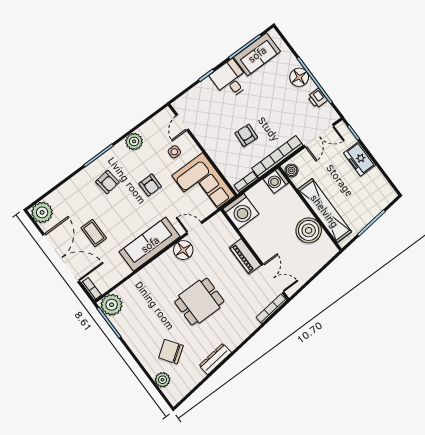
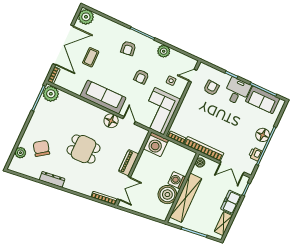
armchair: (246, 135) -> (211, 88), moved
washing machine: (276, 181) -> (177, 180), moved
shelving: (380, 182) -> (223, 224), added

